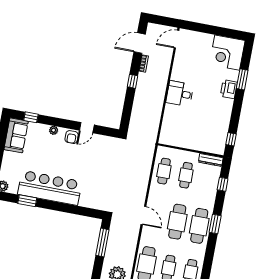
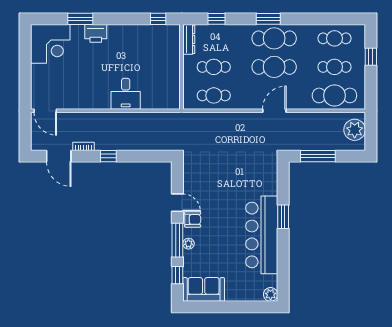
desk: (180, 94) -> (126, 94), moved
window: (58, 122) -> (177, 240), added
window: (27, 201) -> (283, 217), moved

